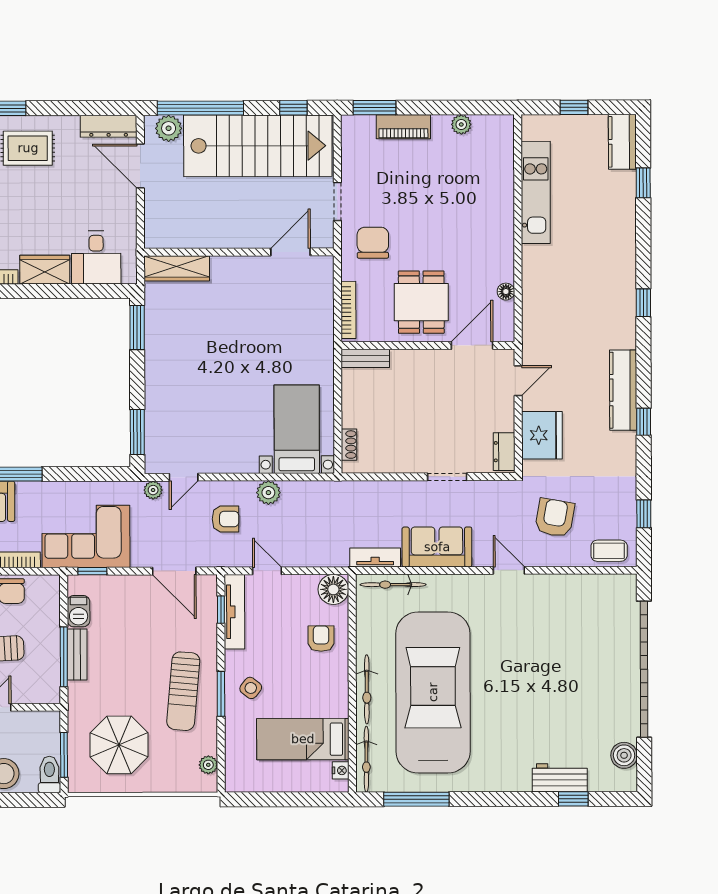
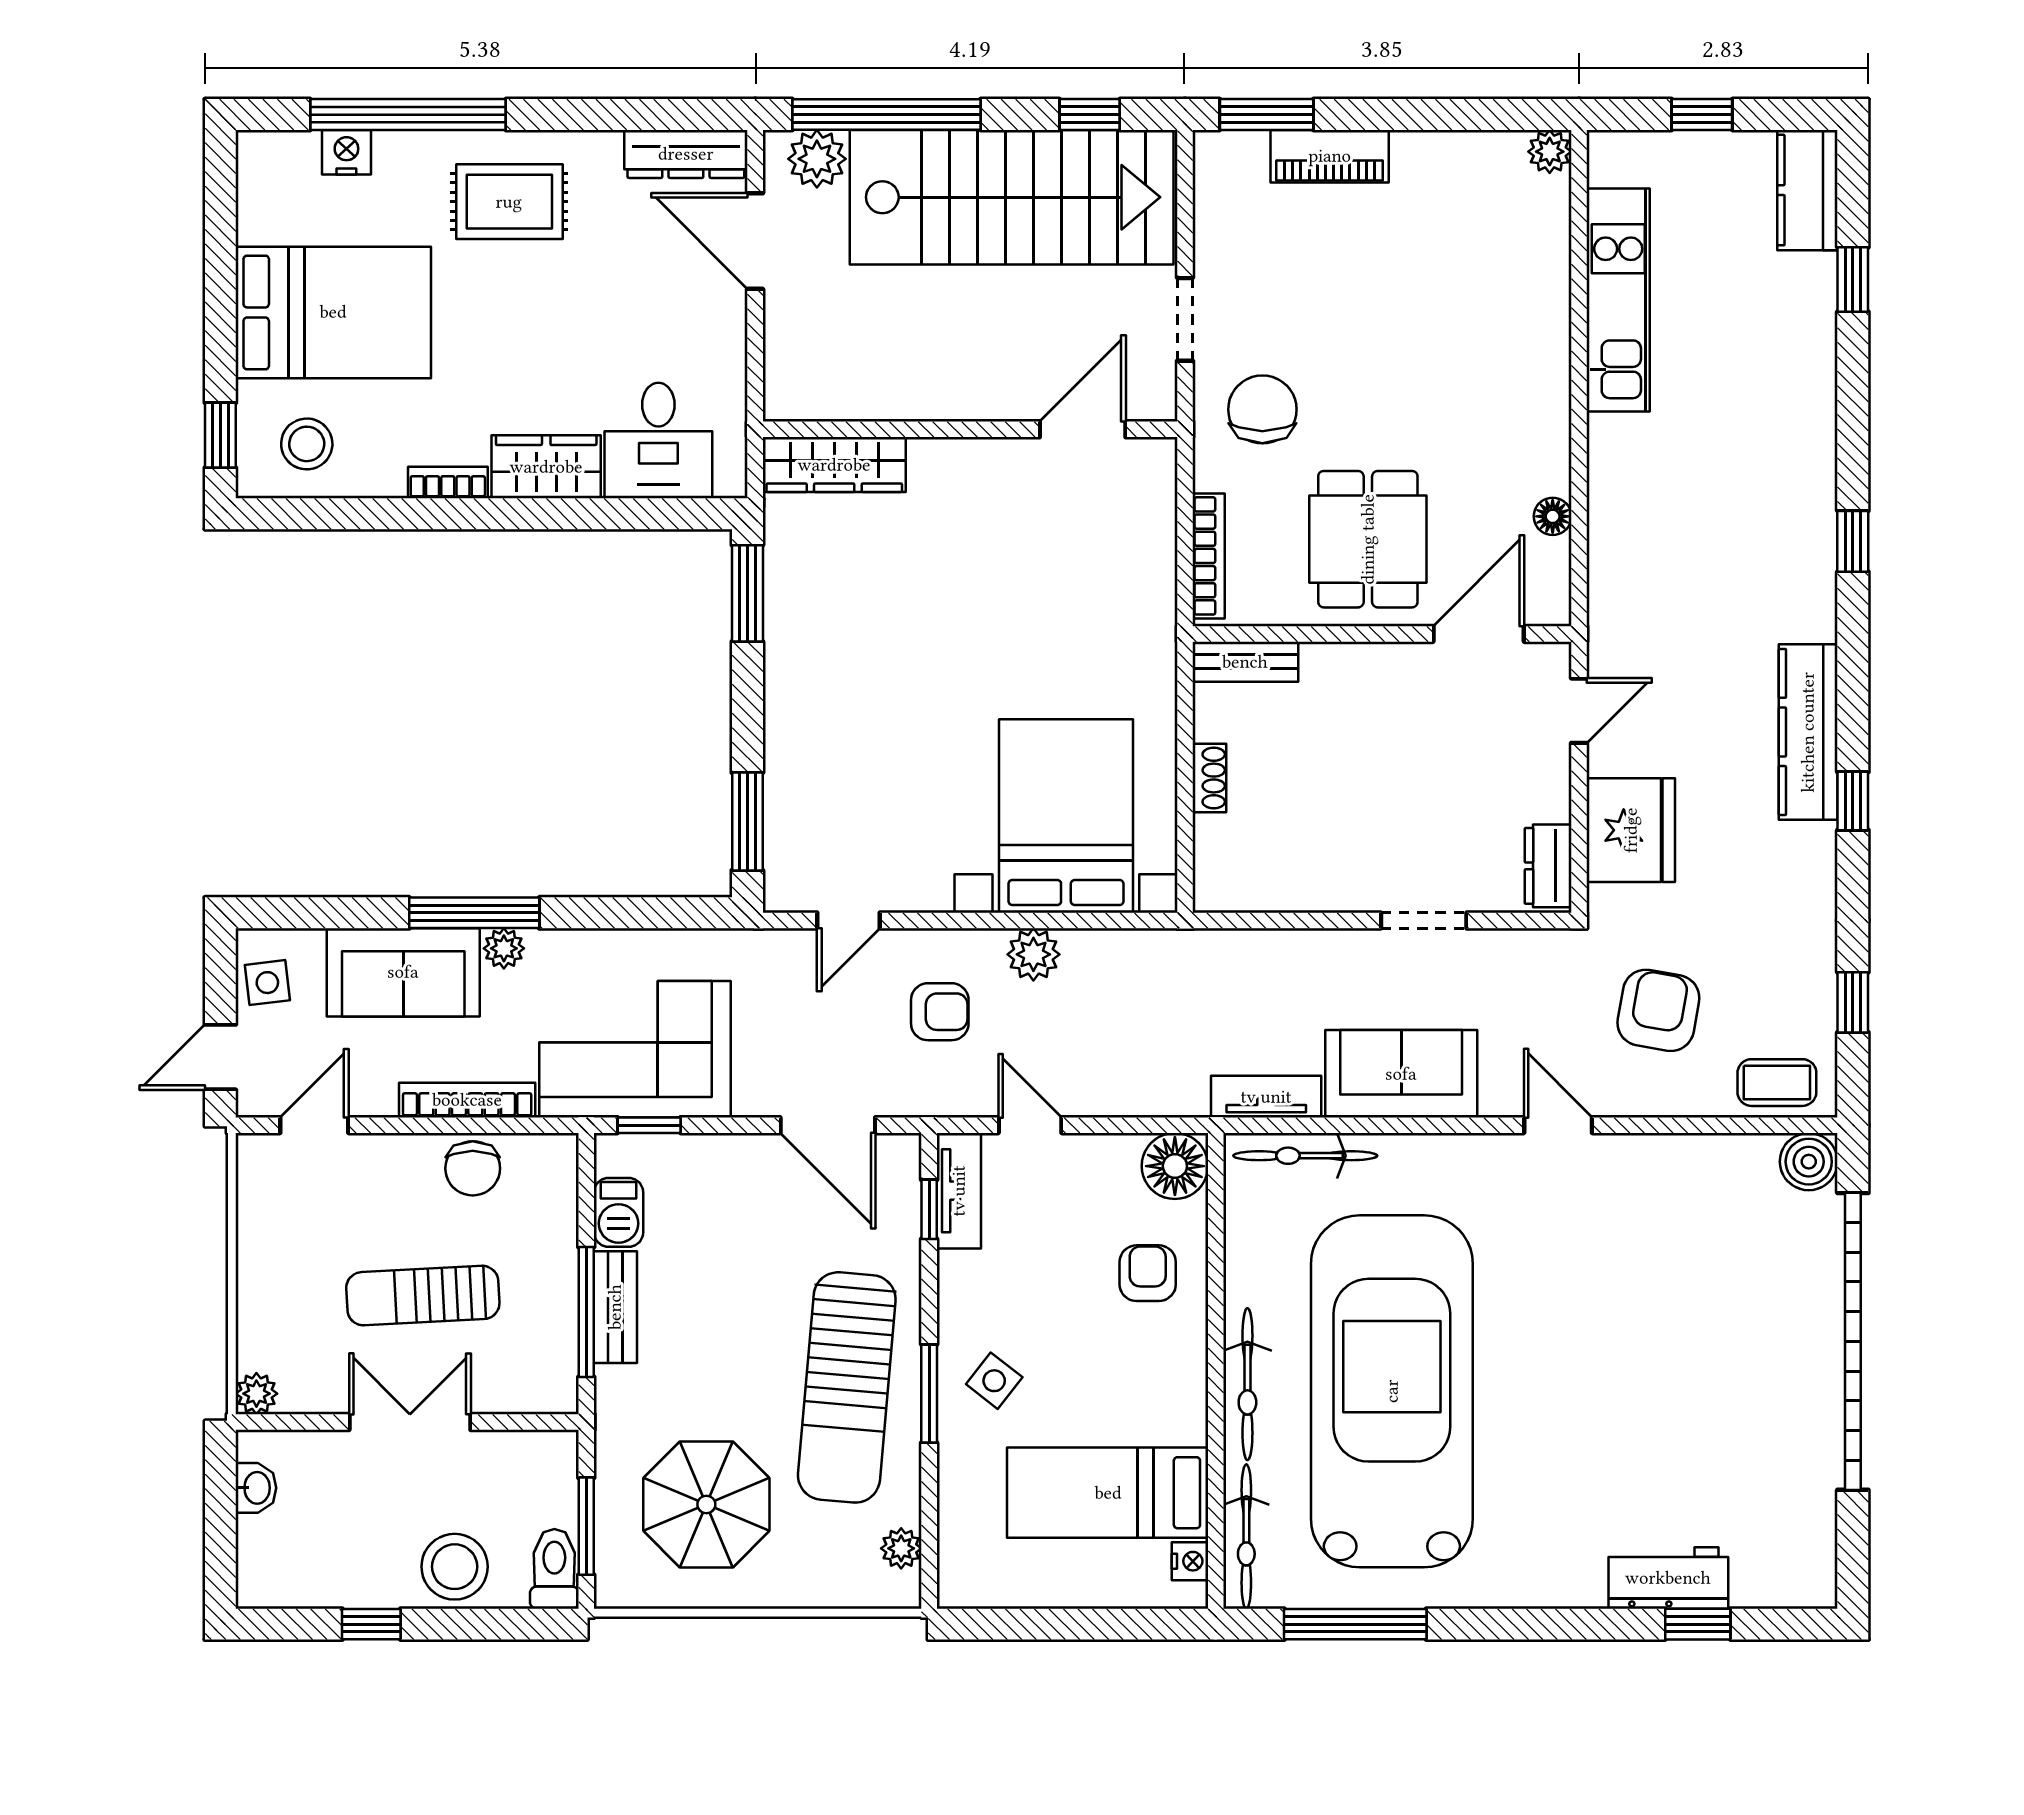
plant: (461, 124) -> (1550, 152), moved
bed with nightstands: (297, 429) -> (1066, 816), width x1.36
shoe rack: (349, 445) -> (1209, 778), moved
plant: (153, 490) -> (504, 948), moved
tv unit: (234, 612) -> (959, 1191), width x0.71
sun lounger: (183, 691) -> (847, 1387), width x1.36, depth x1.34
boiler: (624, 755) -> (1809, 1162), moved

